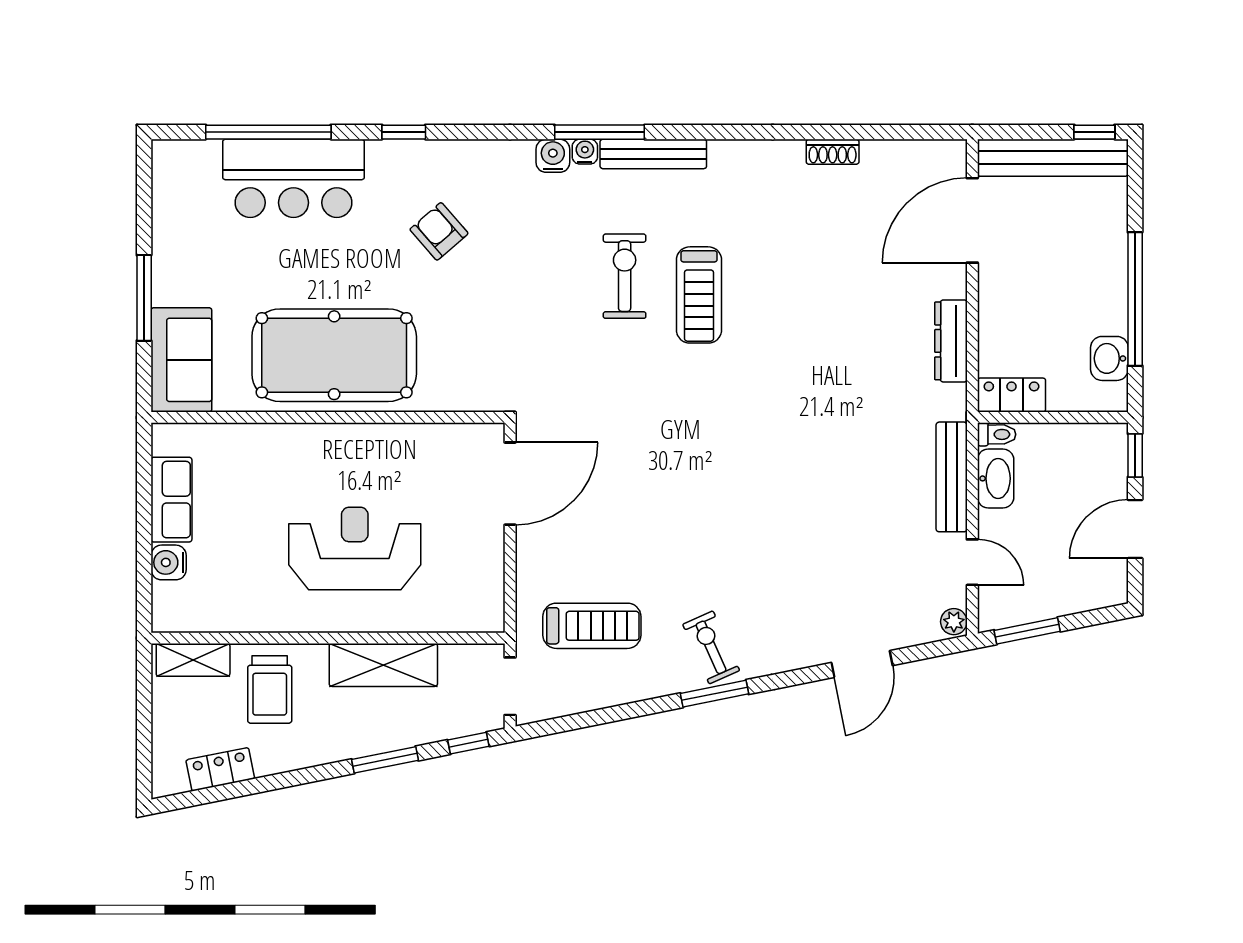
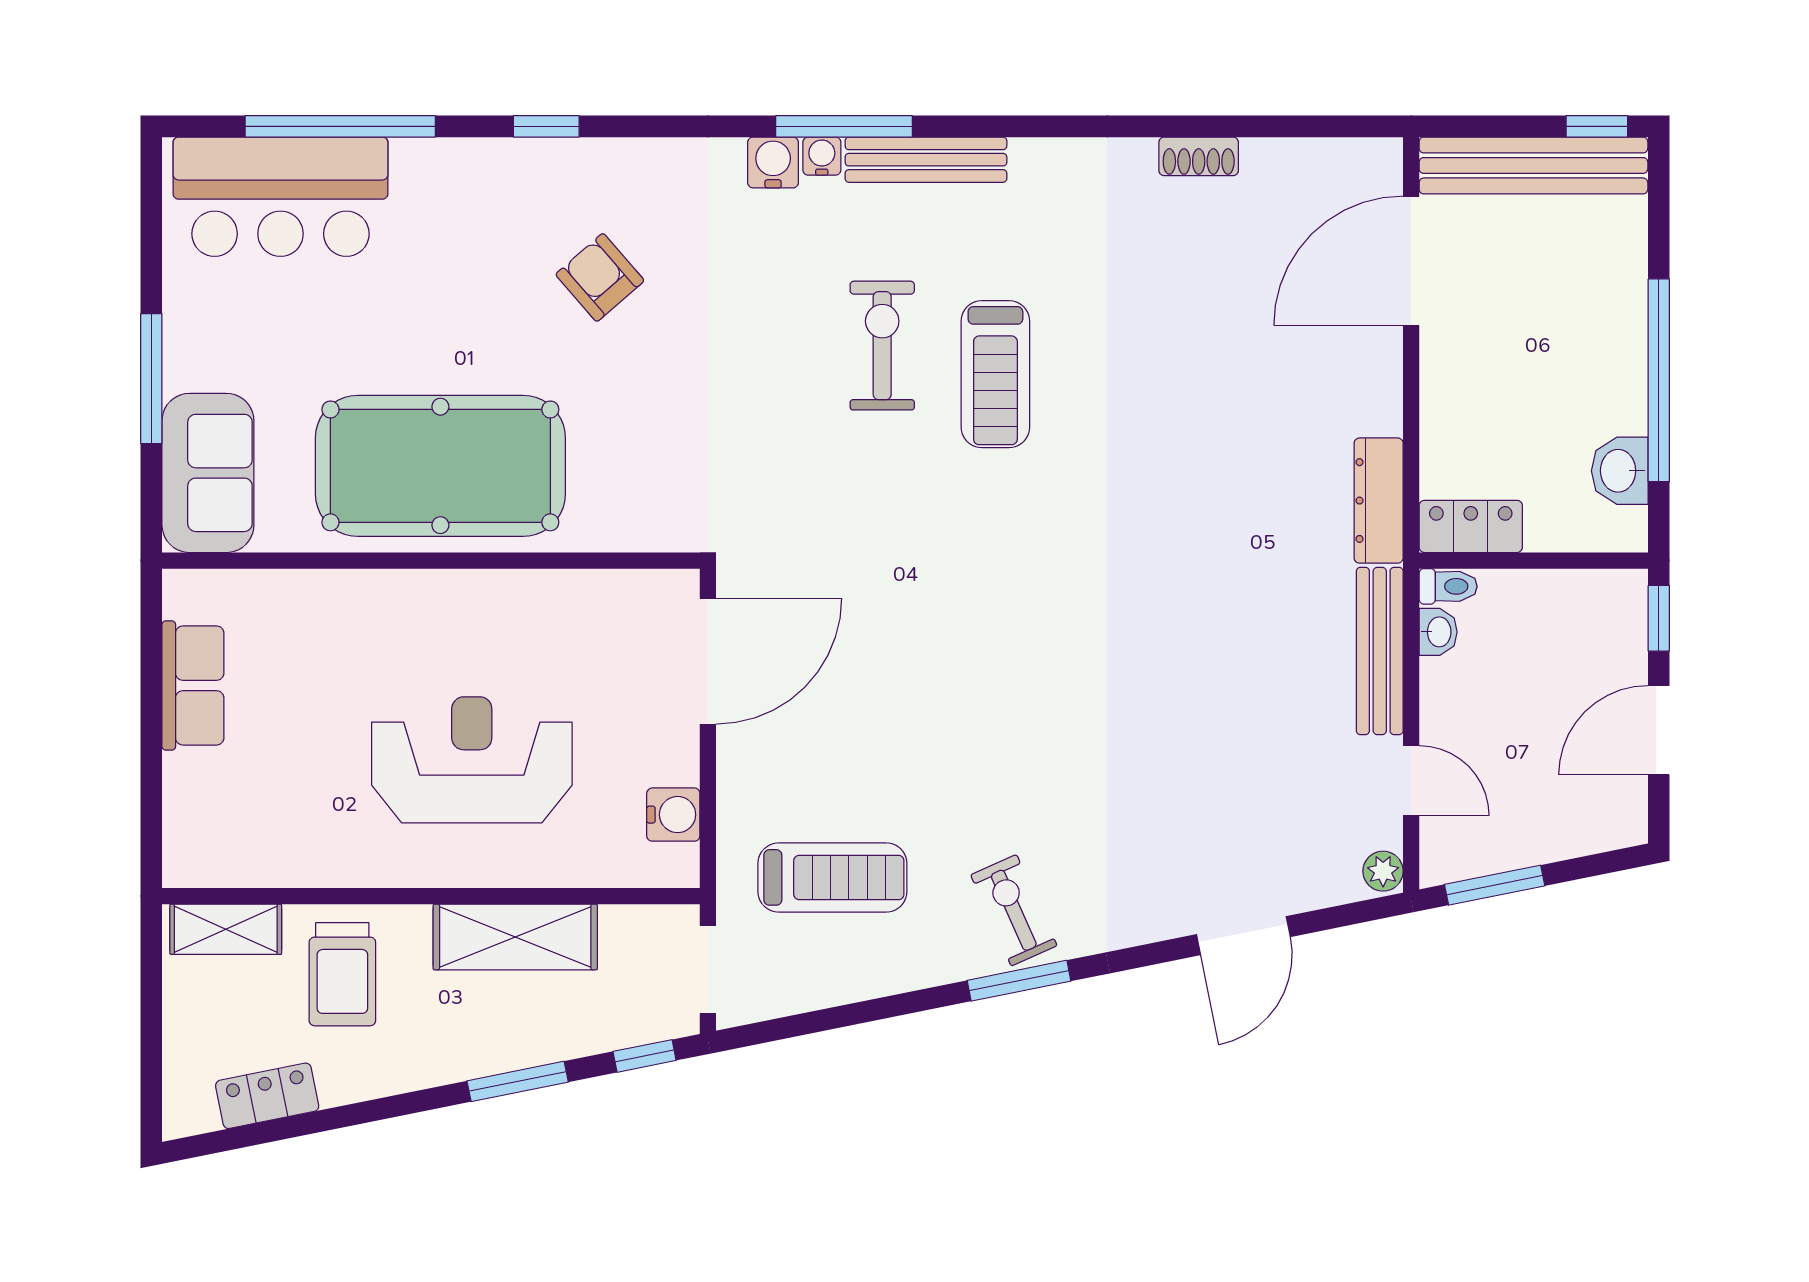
bar counter: (294, 178) -> (280, 197), moved
dresser: (951, 341) -> (1379, 501), moved
washbasin: (996, 478) -> (1438, 632), width x0.52, depth x0.69
water cooler: (169, 562) -> (673, 815), moved, turned 180

